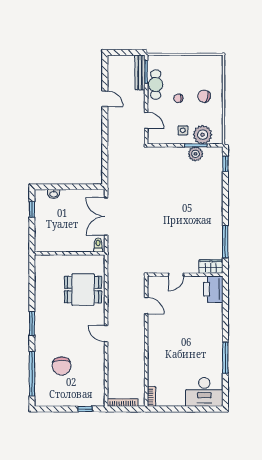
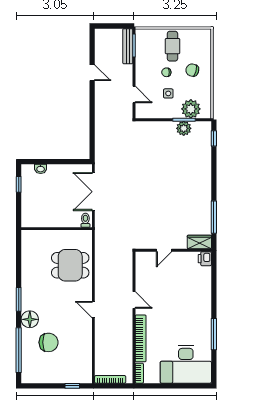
cafe table: (156, 85) -> (172, 46), moved
side table: (183, 130) -> (168, 93), moved
printer: (213, 289) -> (205, 259), width x0.53, depth x0.68
door: (146, 306) -> (134, 300), moved
floor lamp: (43, 343) -> (30, 319), added
bookcase: (153, 362) -> (141, 338), added
chair: (62, 366) -> (49, 342), turned -90
desk: (204, 392) -> (186, 364), width x1.36, depth x1.30

